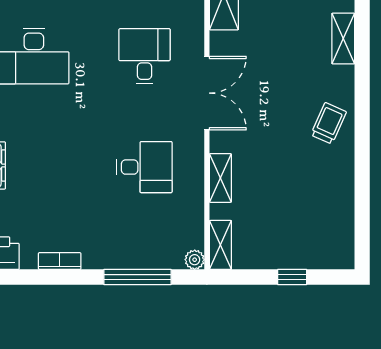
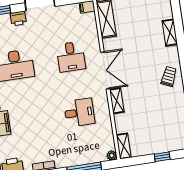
desk: (144, 56) -> (71, 57), turned 180
shelving: (220, 178) -> (117, 101), moved

